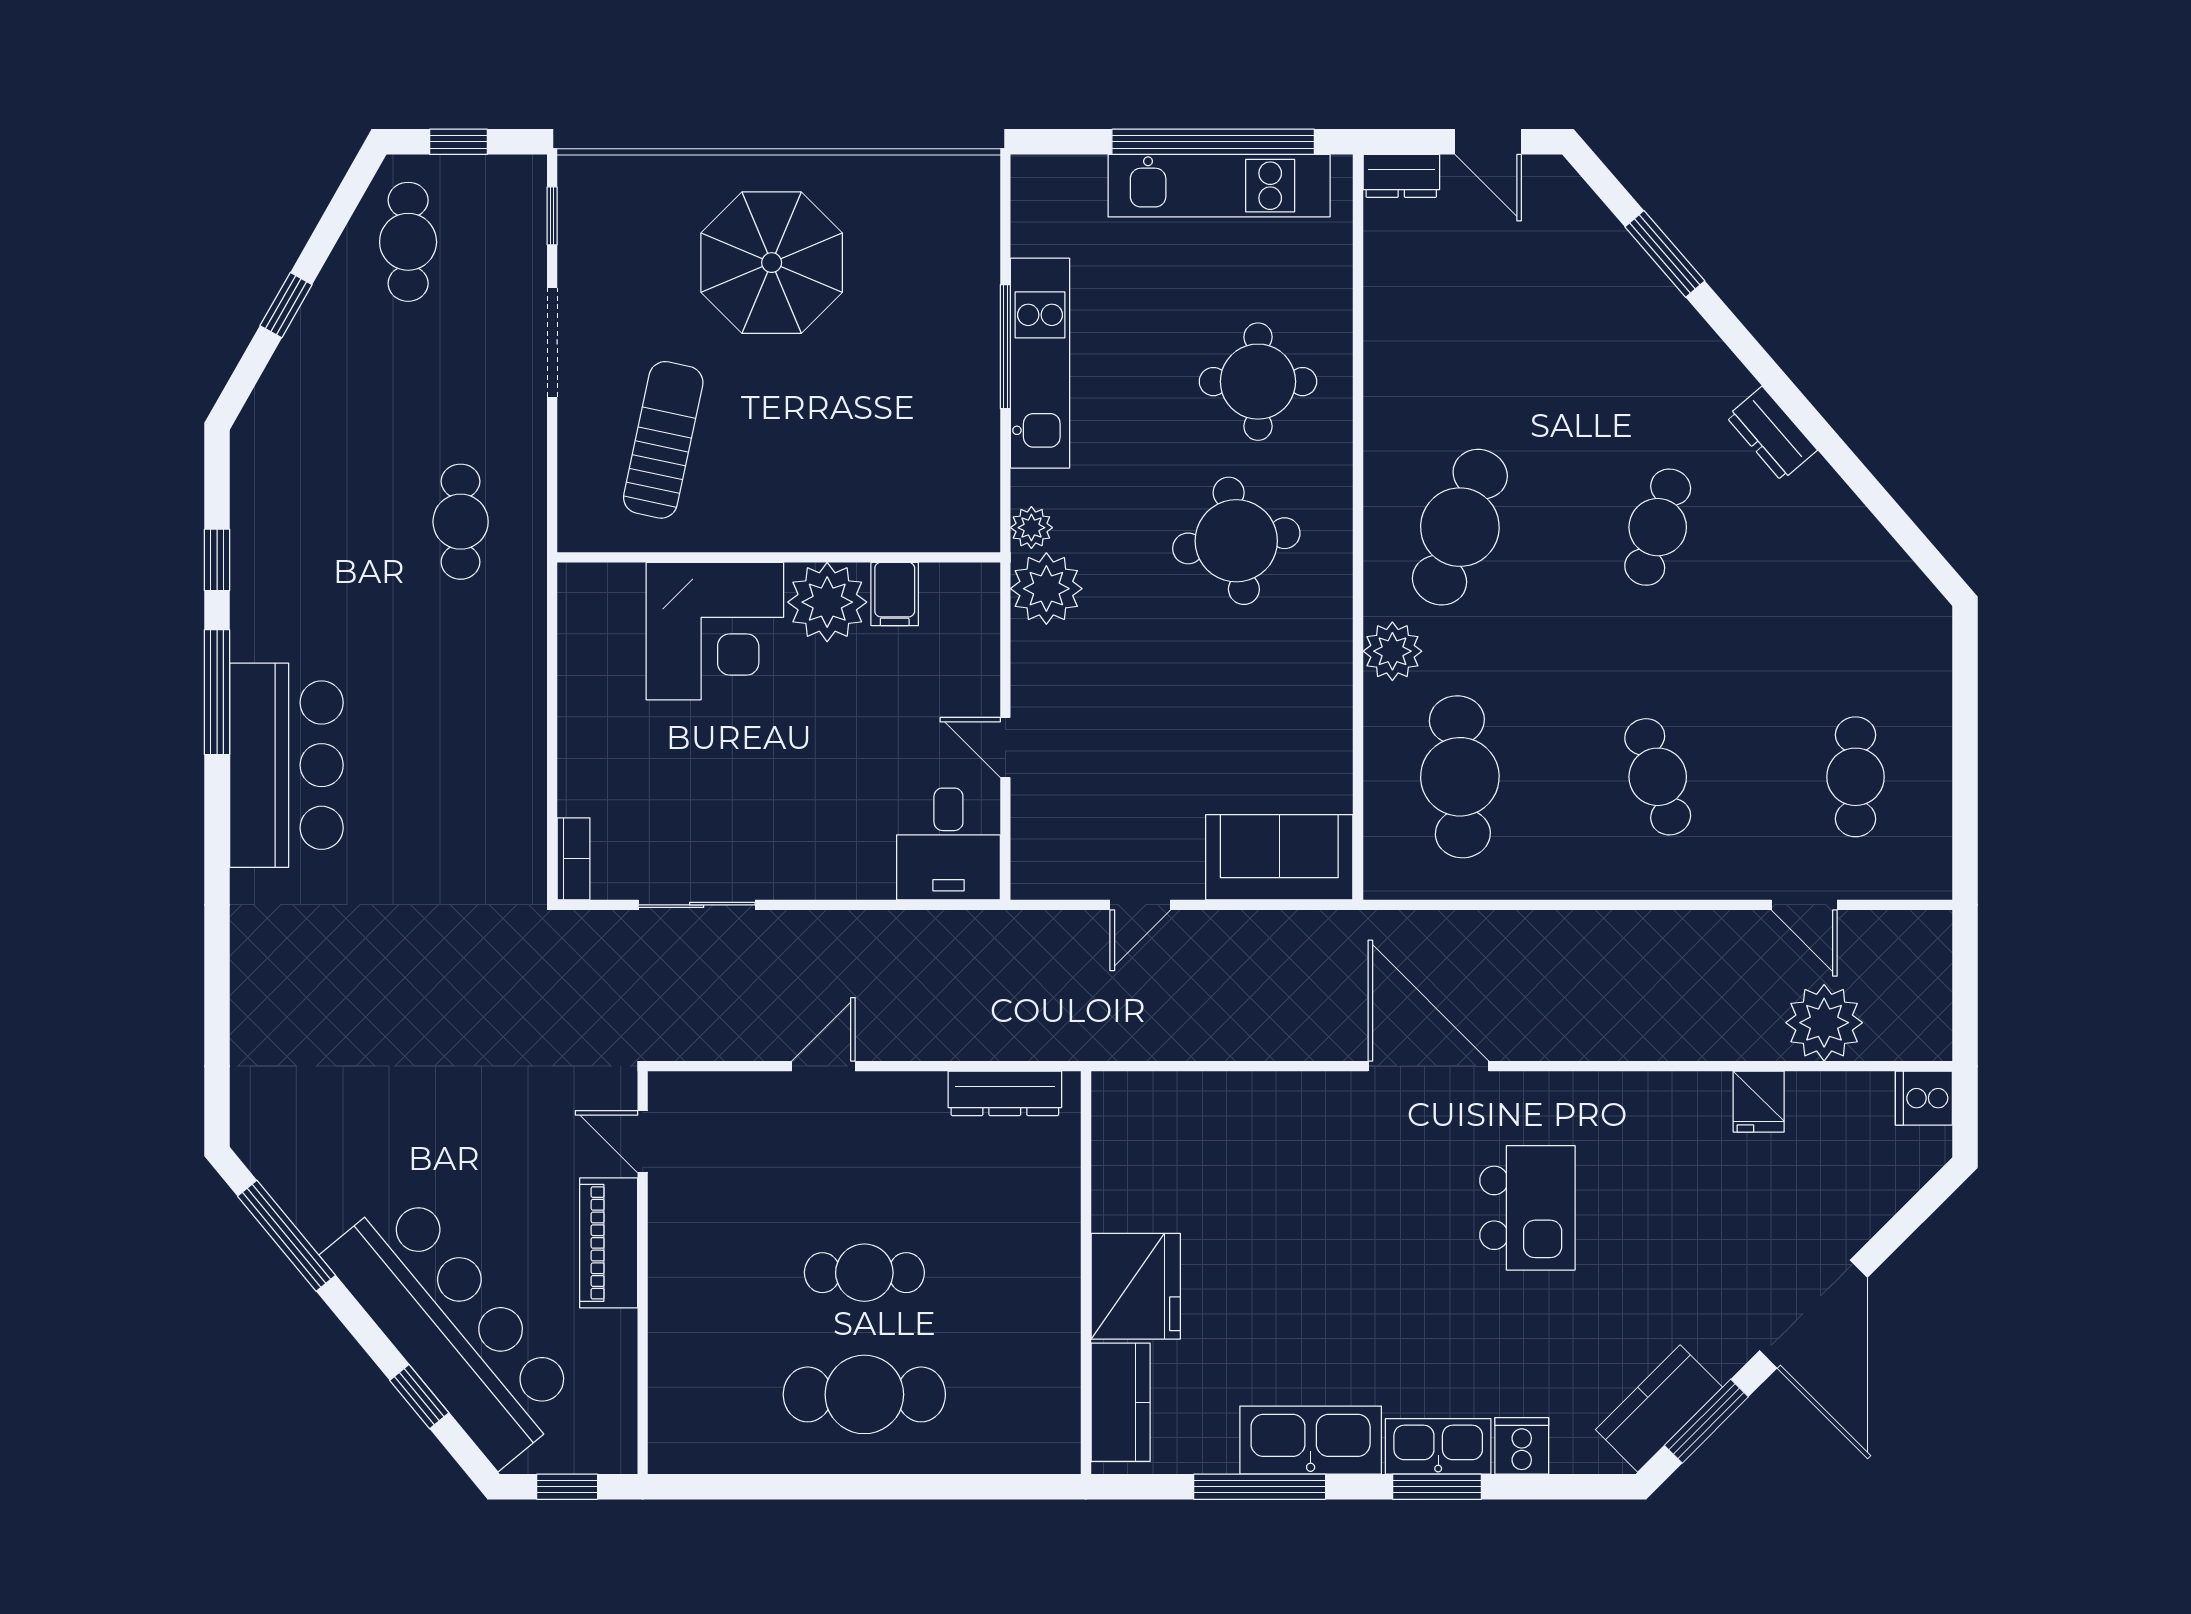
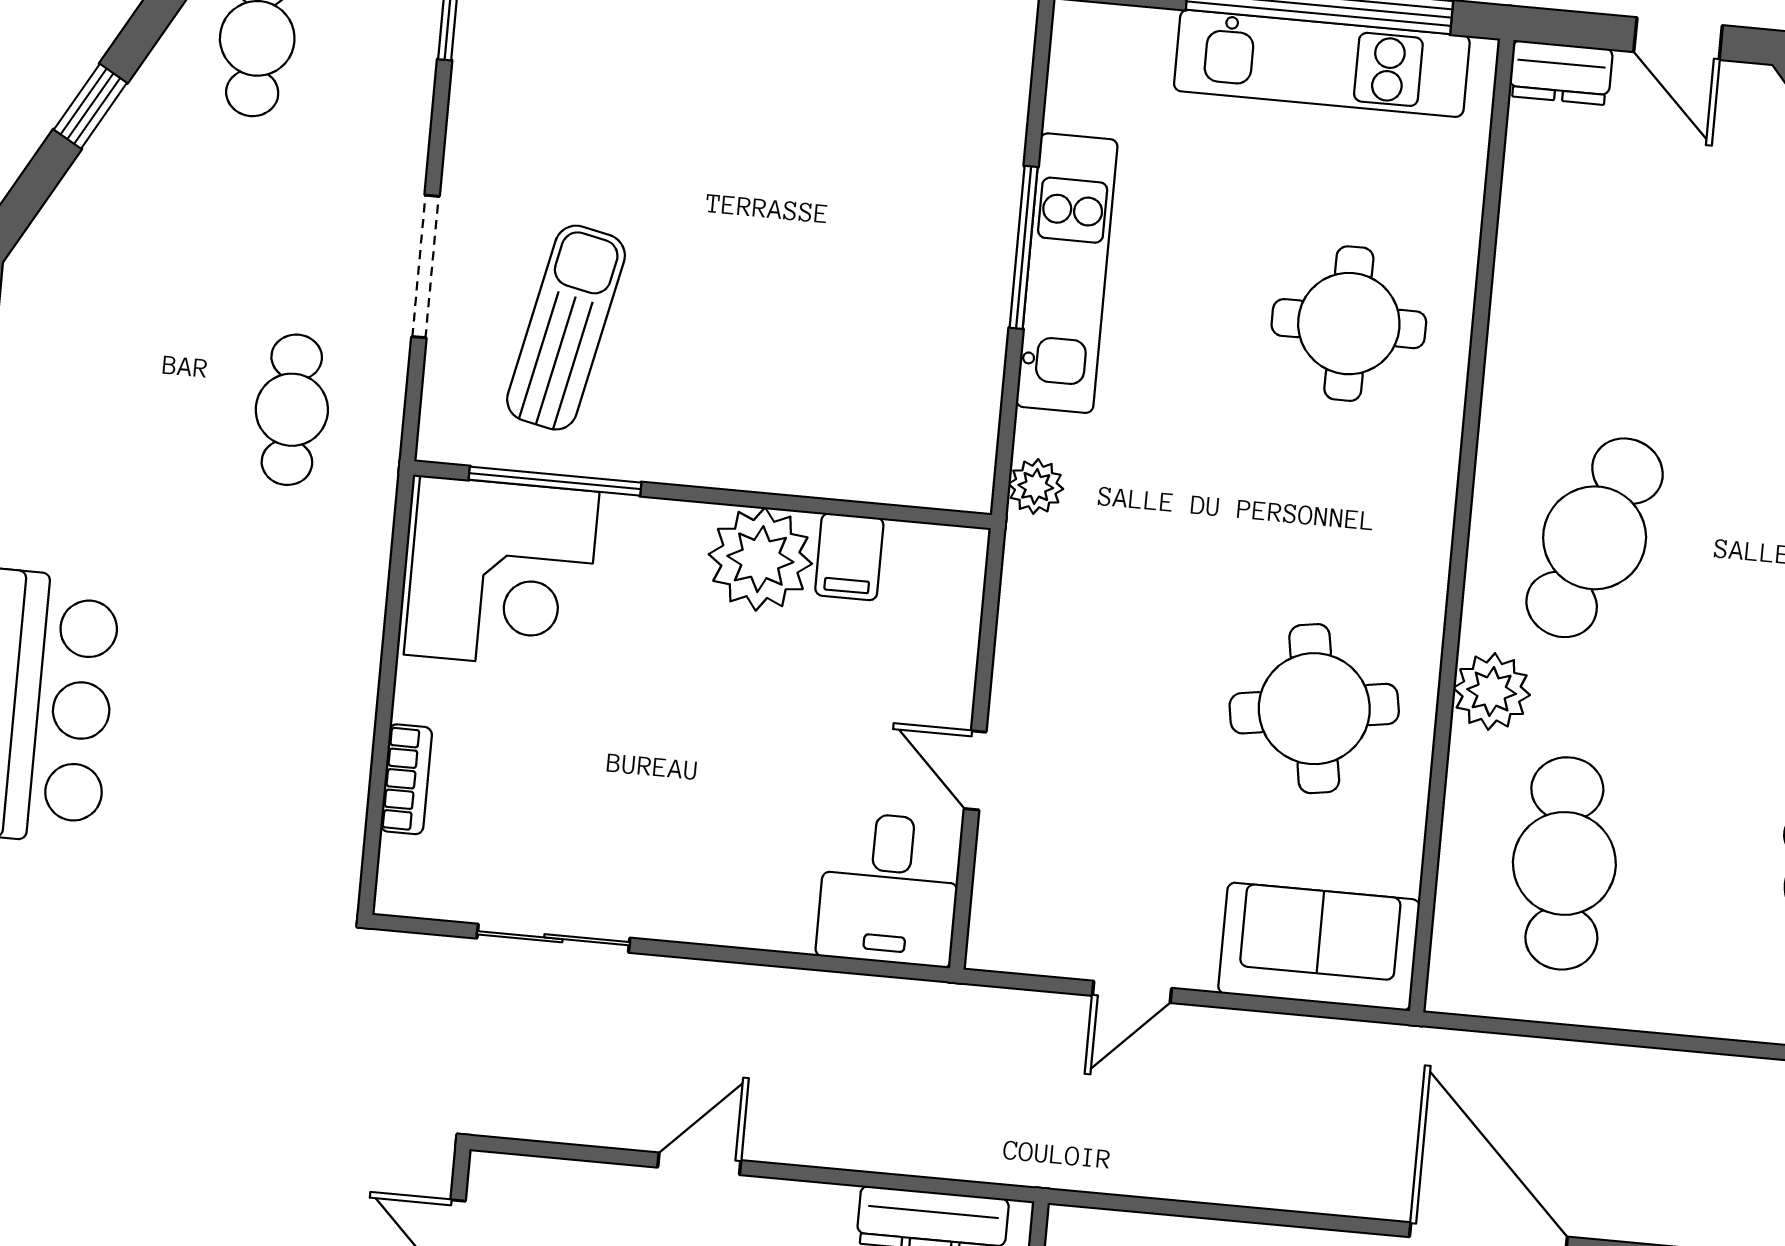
parasol: (772, 263) -> (729, 109), removed
doorway: (552, 343) -> (425, 266), moved
round table: (1236, 541) -> (1314, 709), moved
window: (666, 557) -> (555, 481), added
plant: (1046, 589) -> (1048, 568), removed
corner desk: (715, 631) -> (502, 573), moved
bookcase: (574, 859) -> (406, 779), moved

